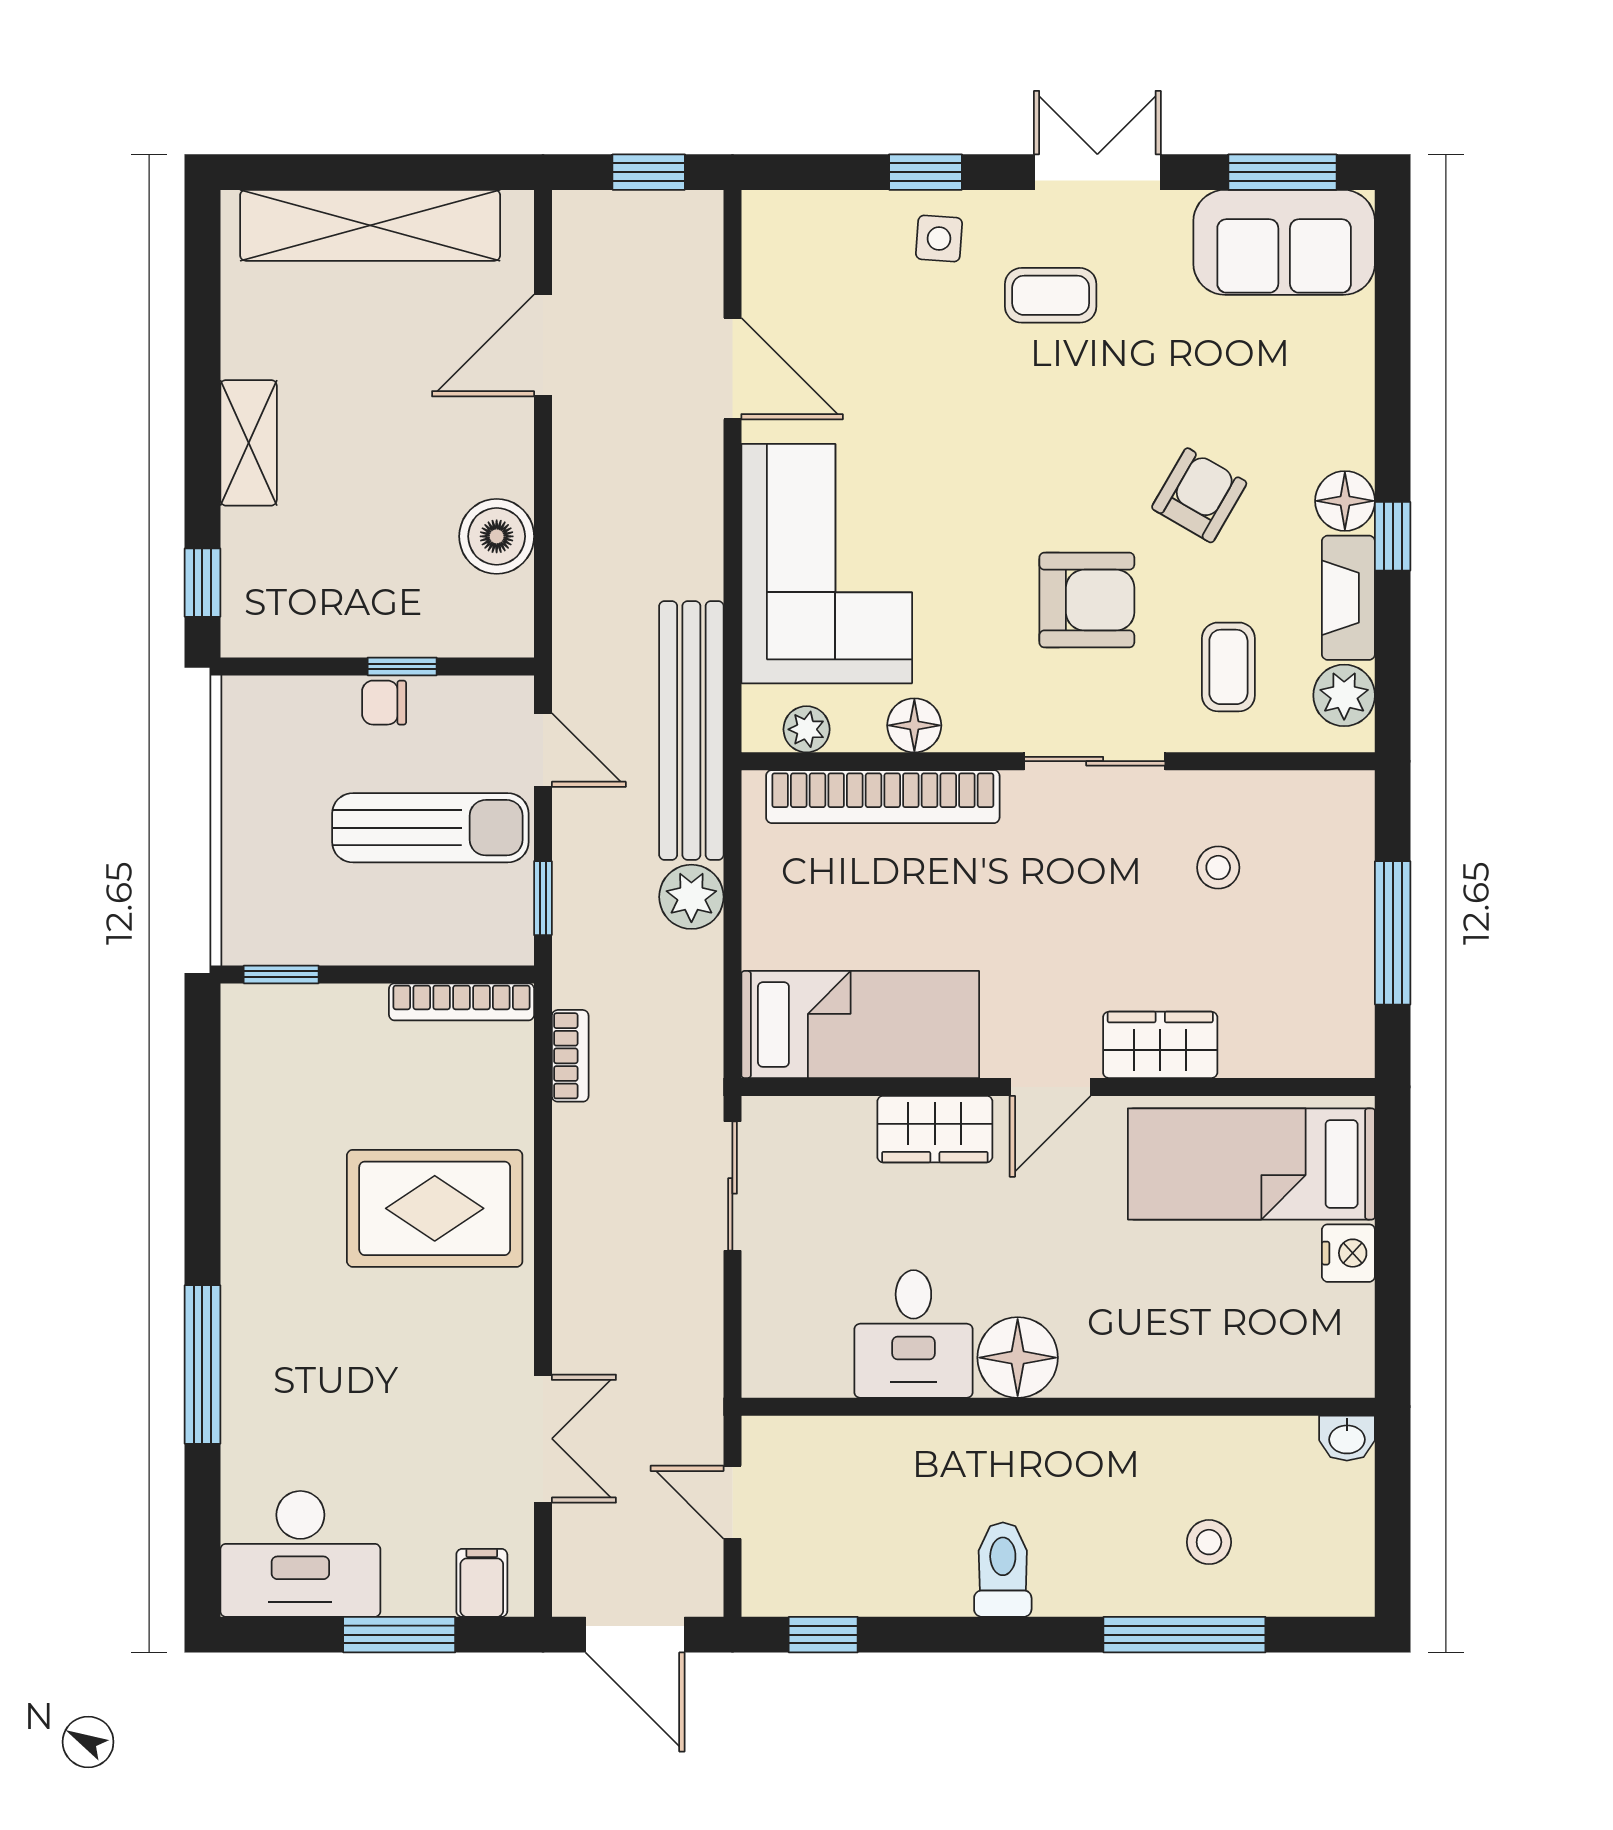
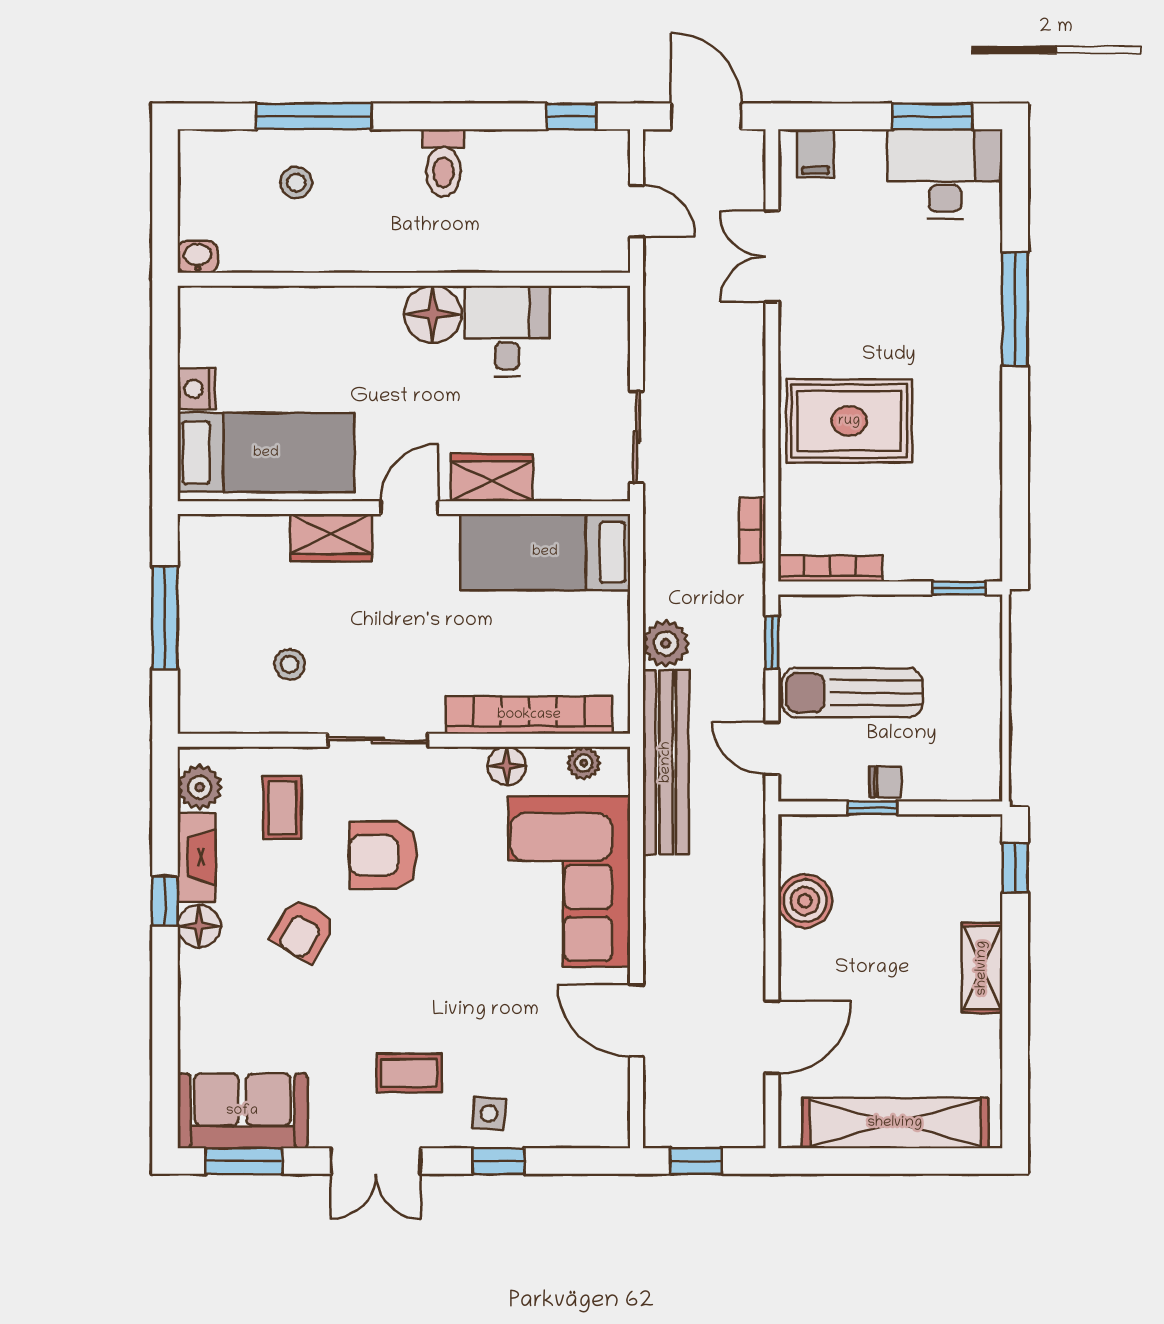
window: (399, 1635) -> (932, 116), moved

